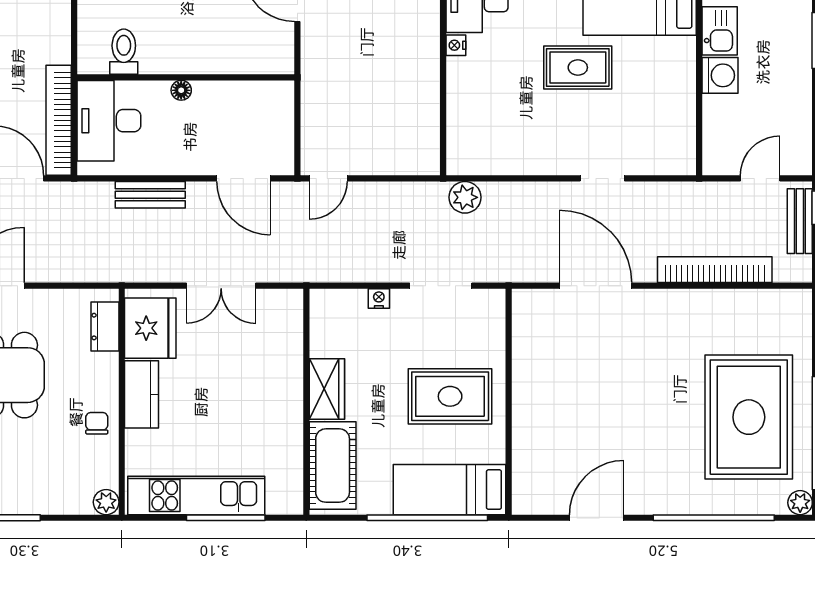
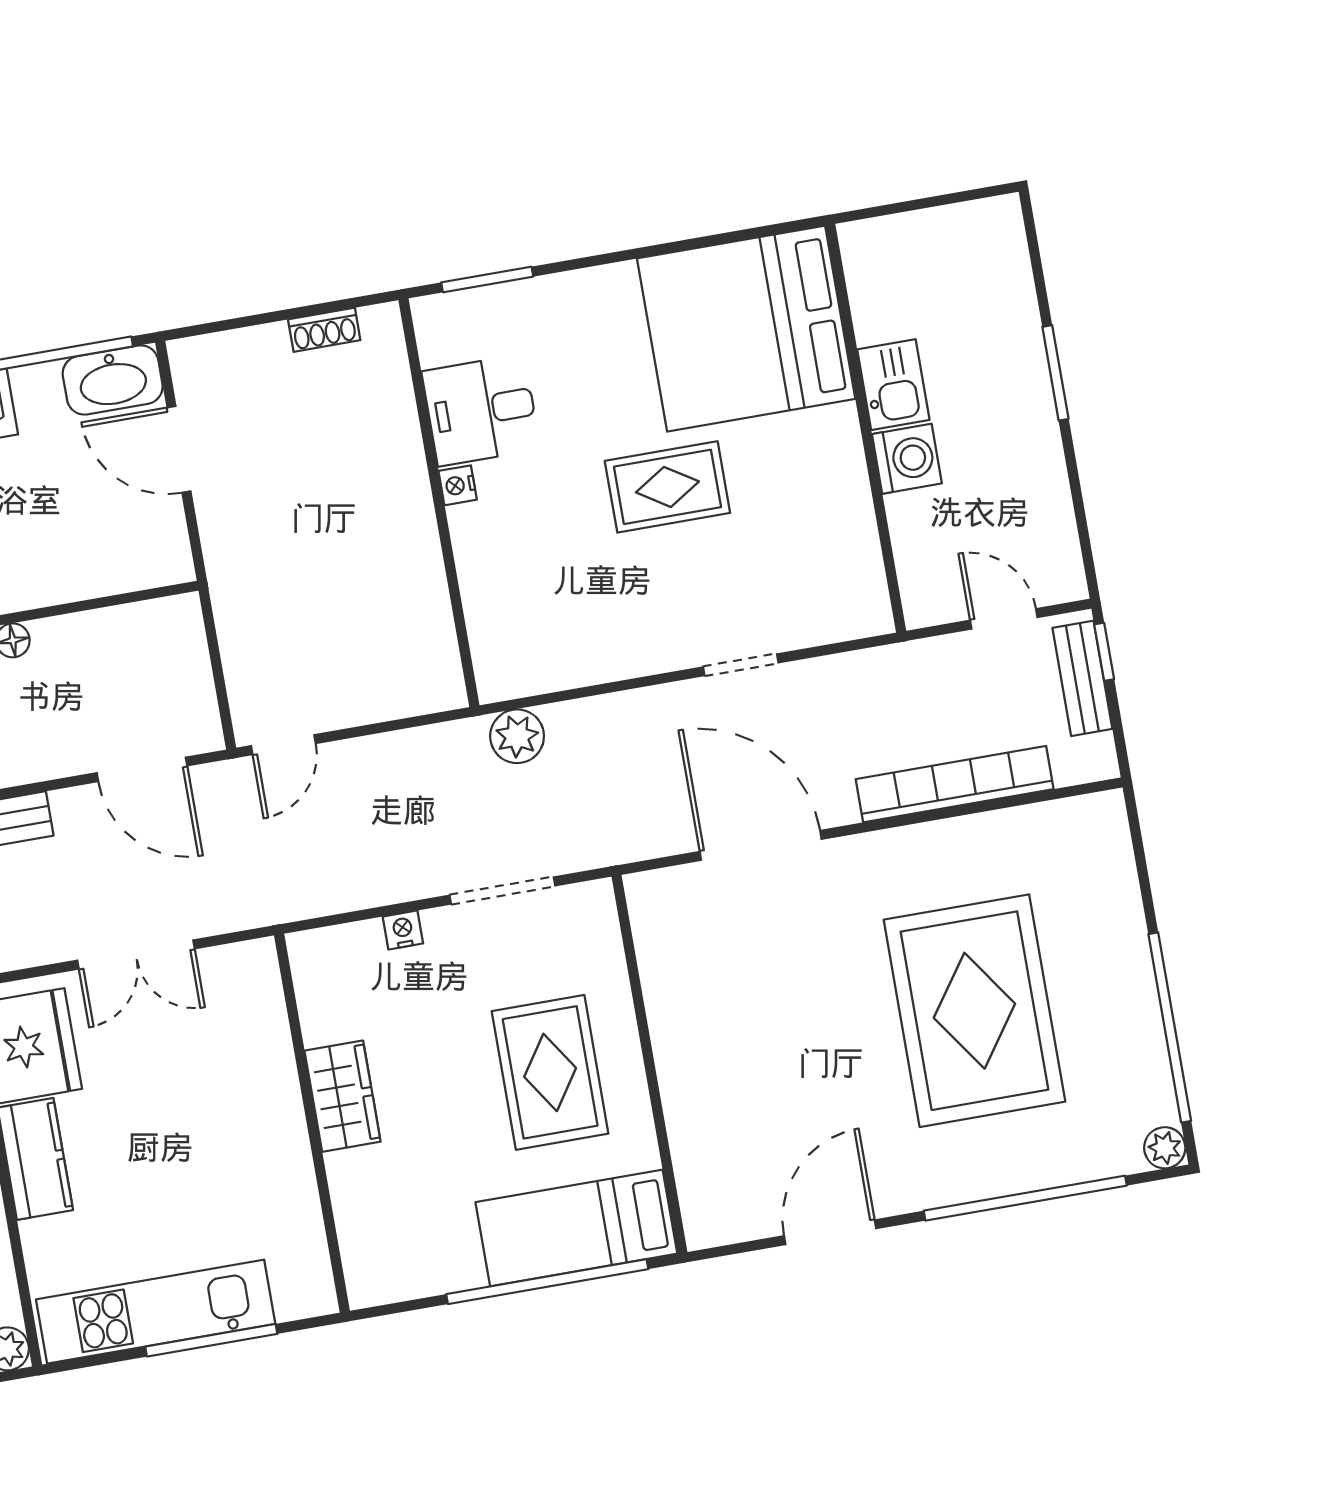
door: (760, 178) -> (1004, 619), hinge flipped
rug: (450, 396) -> (550, 1072), turned 90
rug: (749, 417) -> (974, 1011), moved
cot: (333, 466) -> (374, 1222), removed

